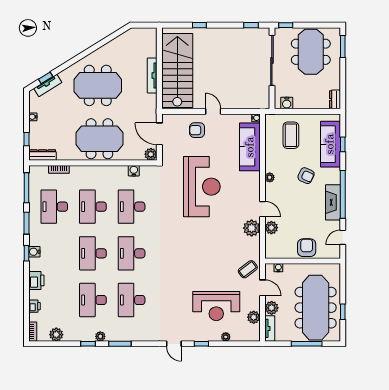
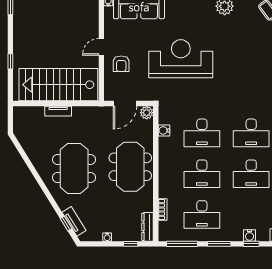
tv unit: (152, 75) -> (58, 111), width x0.71

